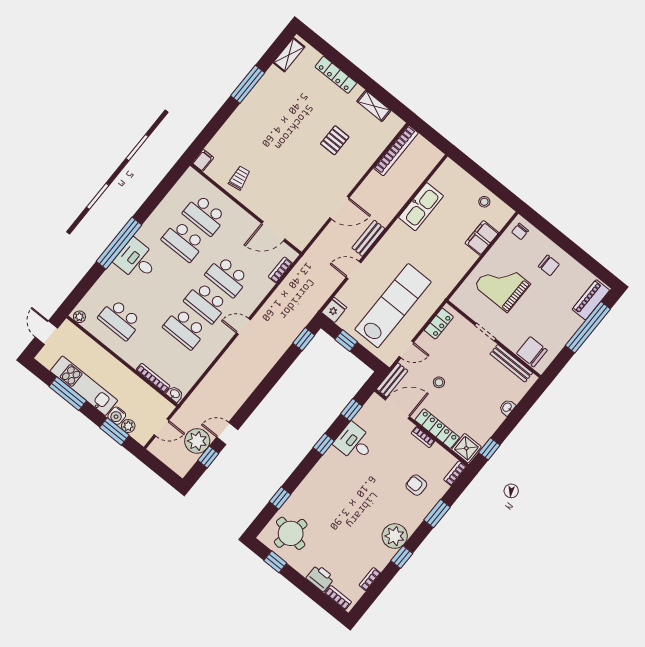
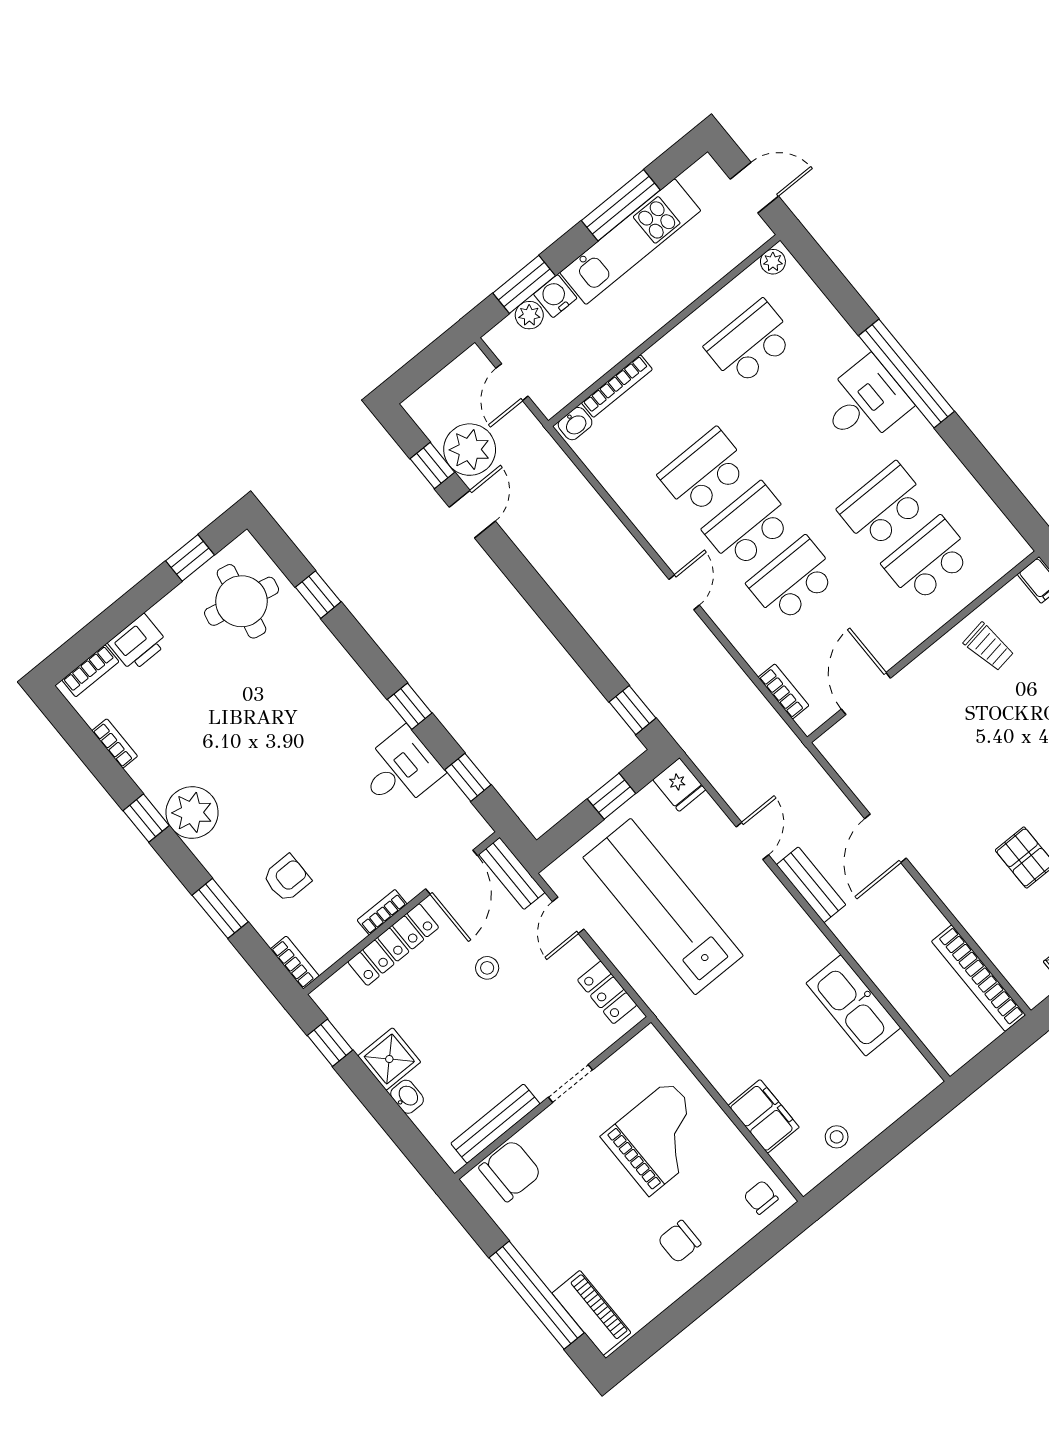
lab bench: (393, 306) -> (663, 907), turned 180
shower: (466, 448) -> (389, 1059), moved

